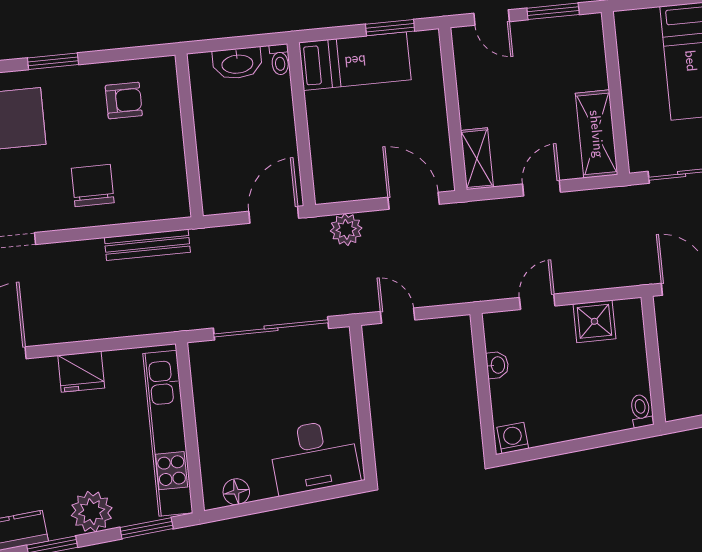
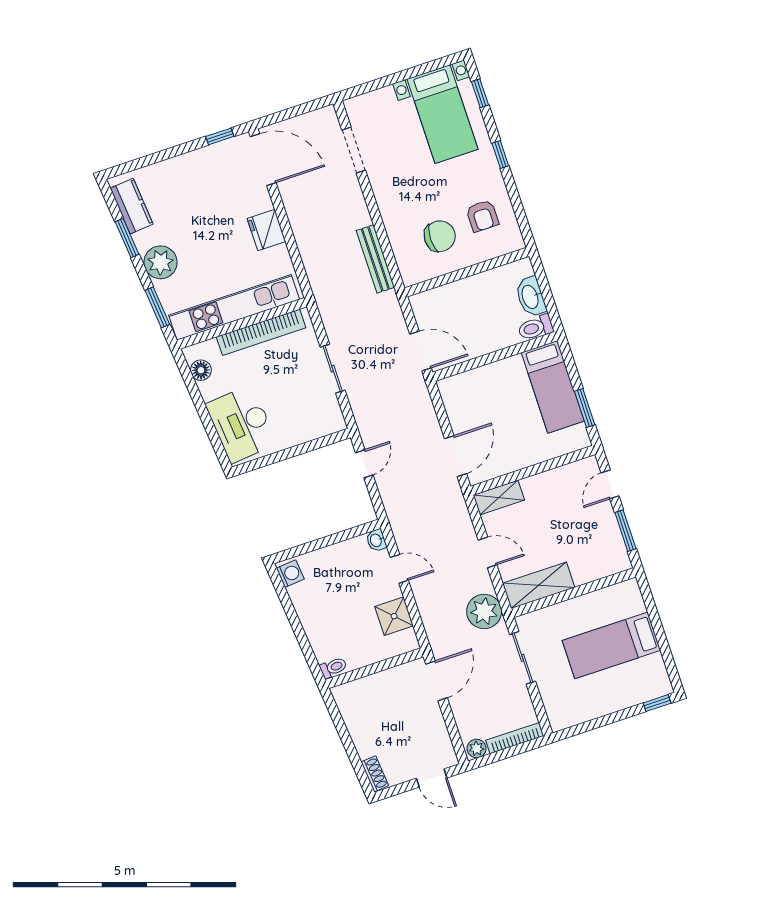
toilet: (280, 60) -> (536, 328), width x1.37, depth x1.39
window: (53, 61) -> (500, 155), width x0.67
chair: (93, 185) -> (440, 236), moved
plant: (346, 229) -> (484, 611), moved, width x1.36, depth x1.36
sliding door: (271, 328) -> (333, 369), width x0.54
washbasin: (497, 365) -> (376, 540), moved, turned 90
bookcase: (206, 407) -> (261, 332), added

